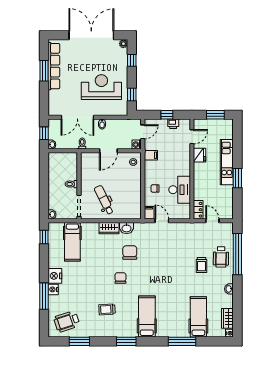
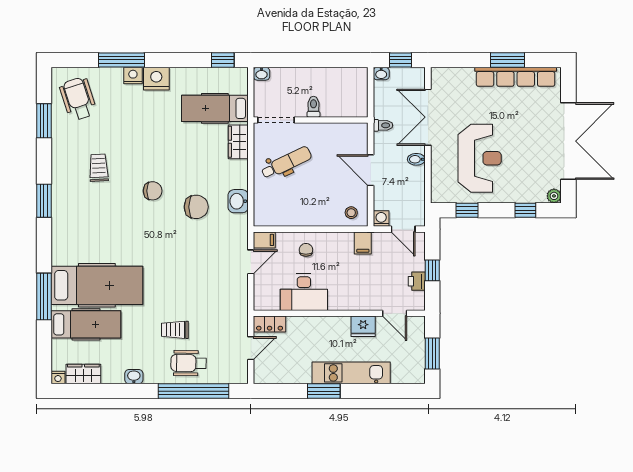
wardrobe: (109, 228) -> (238, 142), moved
hospital bed: (147, 317) -> (97, 285), moved, width x1.37, depth x1.29

